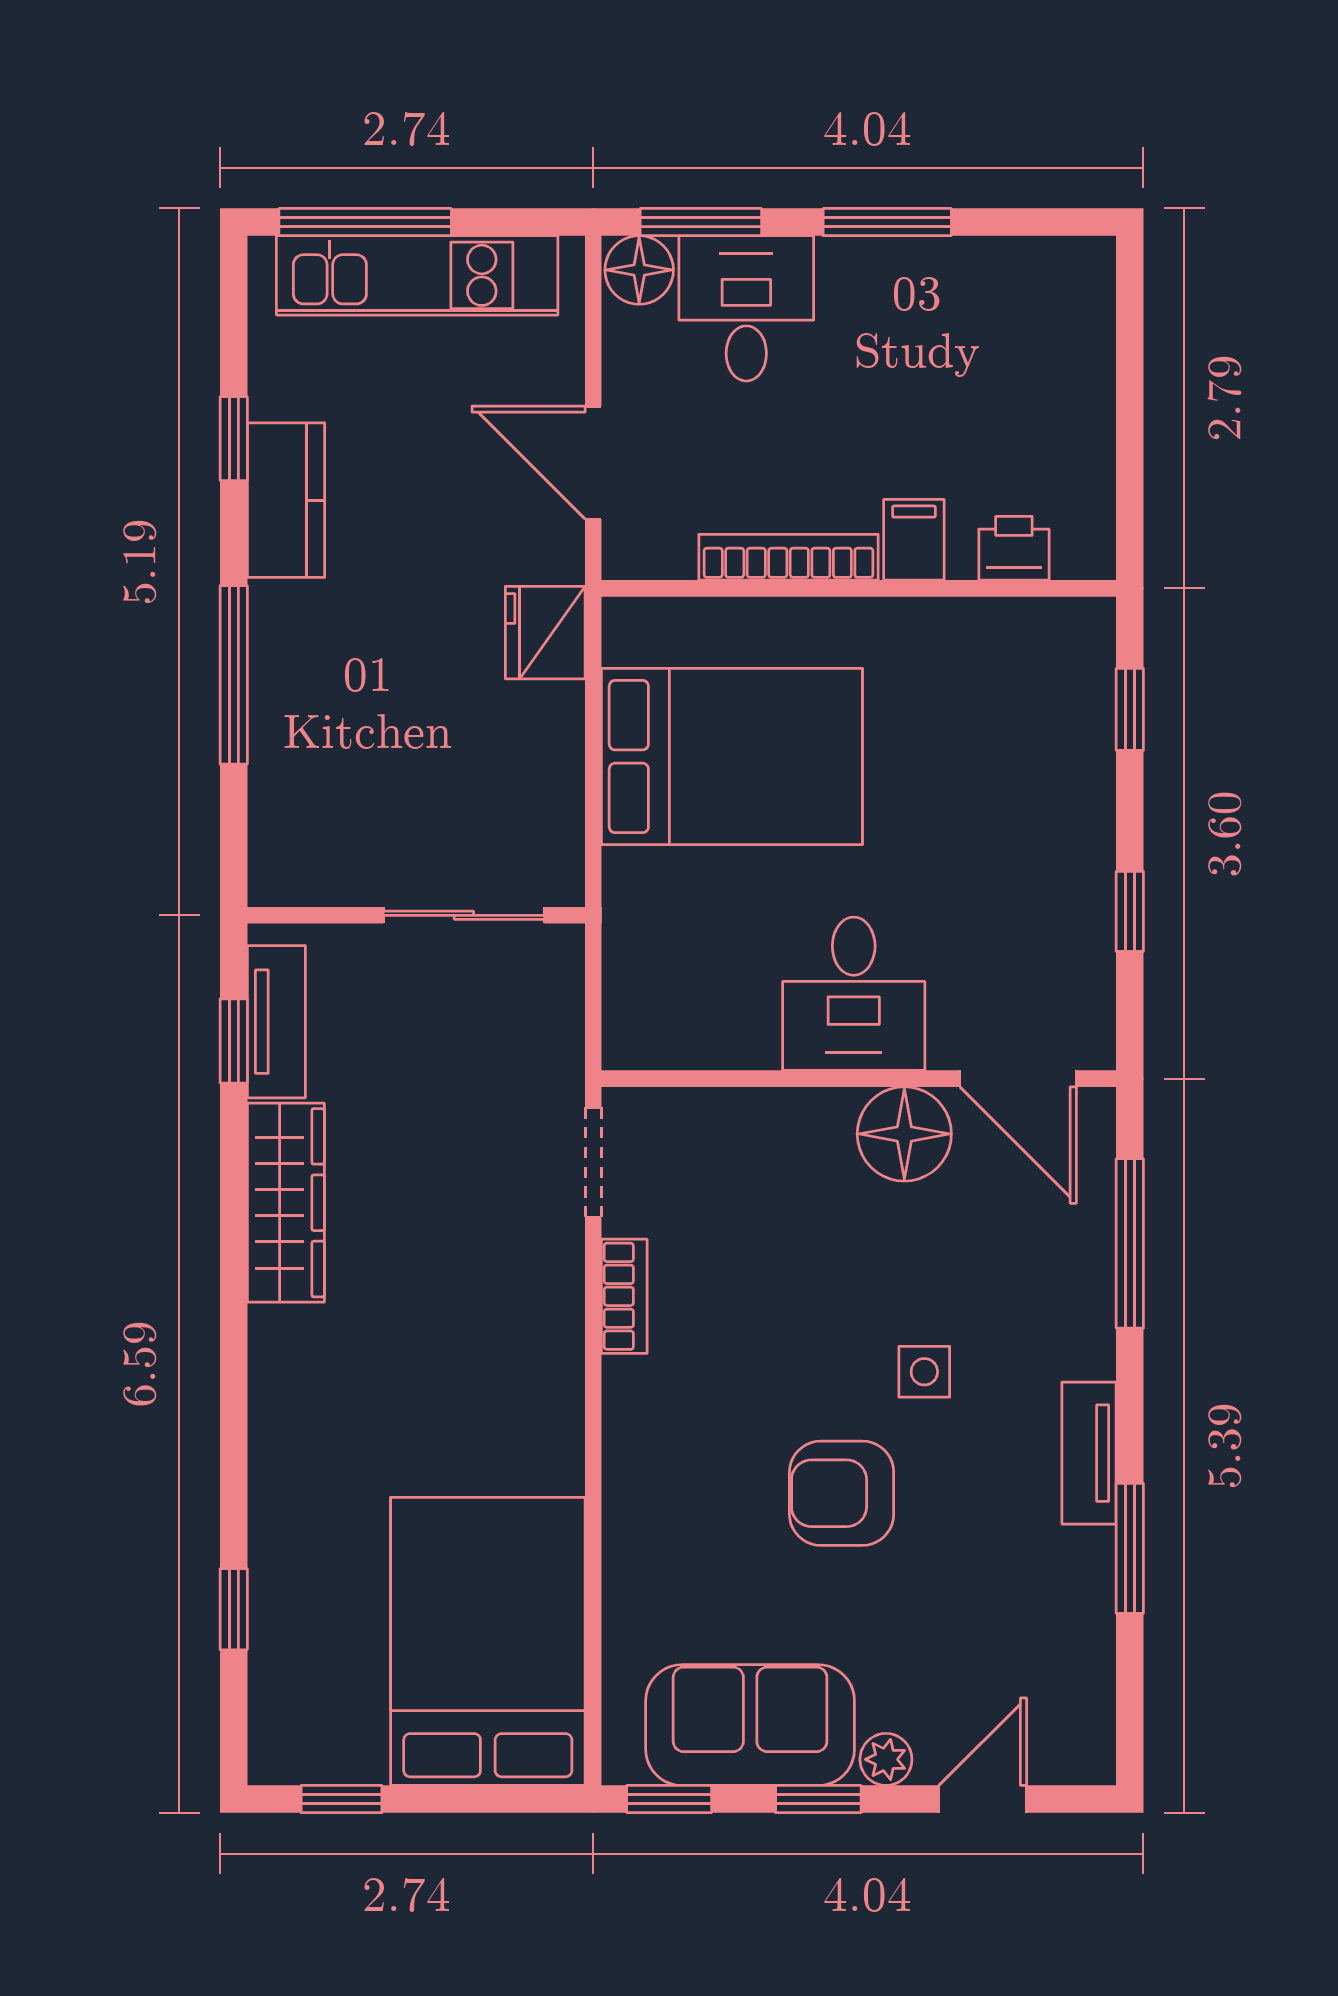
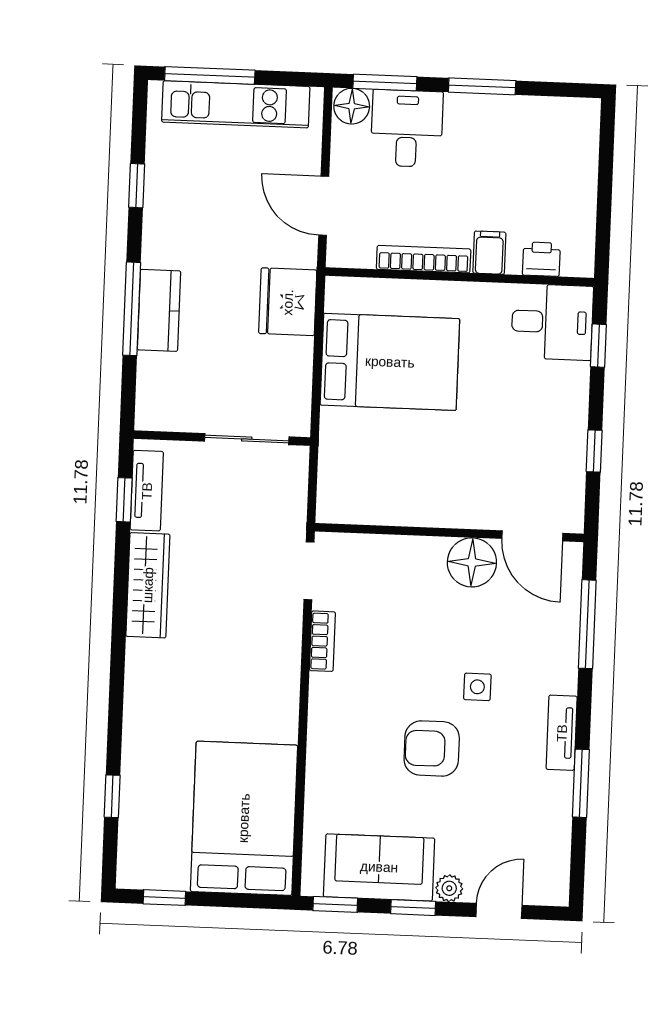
kitchen counter: (286, 500) -> (159, 310), moved
fridge: (545, 633) -> (288, 302), width x1.36, depth x1.34
desk: (854, 994) -> (552, 322), moved, turned -90

